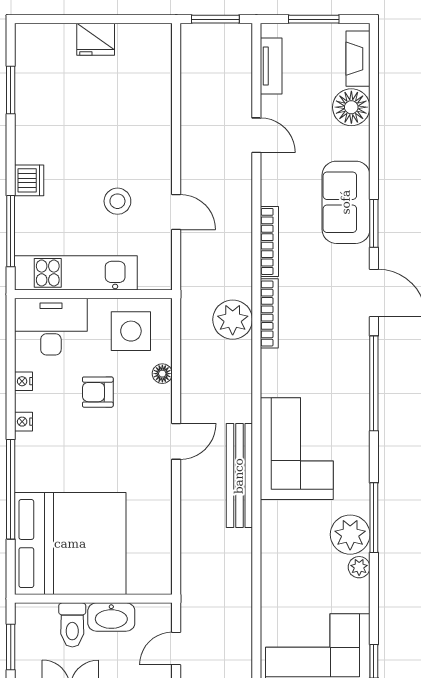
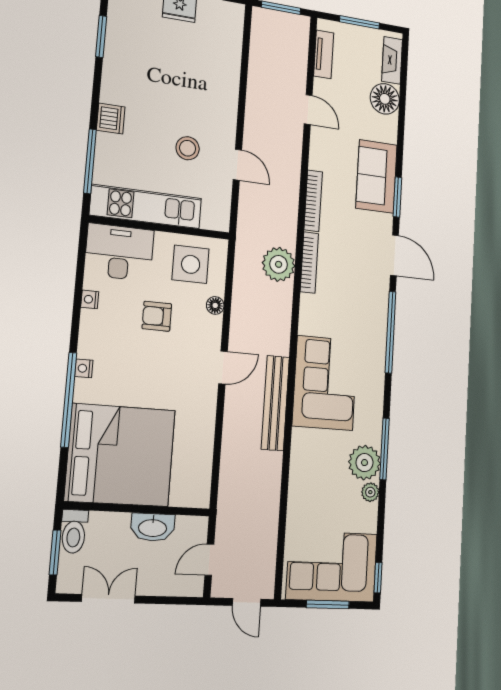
nightstand: (24, 422) -> (84, 368), moved
toilet: (72, 625) -> (74, 531), moved

